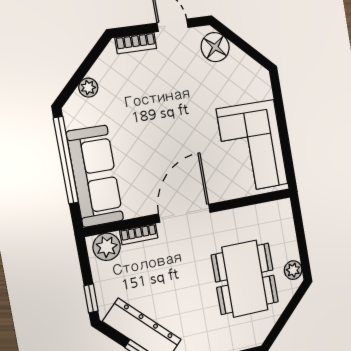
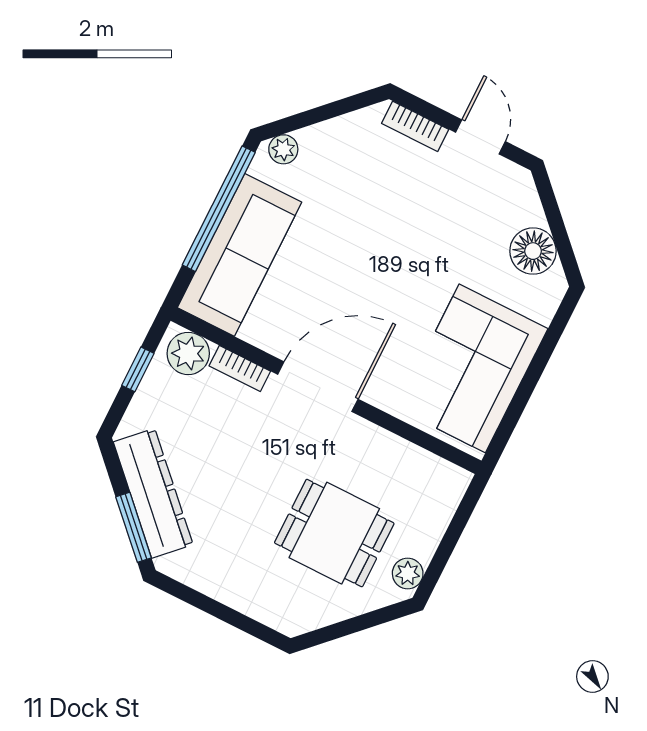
floor lamp: (215, 47) -> (533, 251), moved
plant: (88, 88) -> (283, 149), moved
dining table: (245, 279) -> (334, 533), width x0.73
window: (91, 298) -> (138, 369), moved

